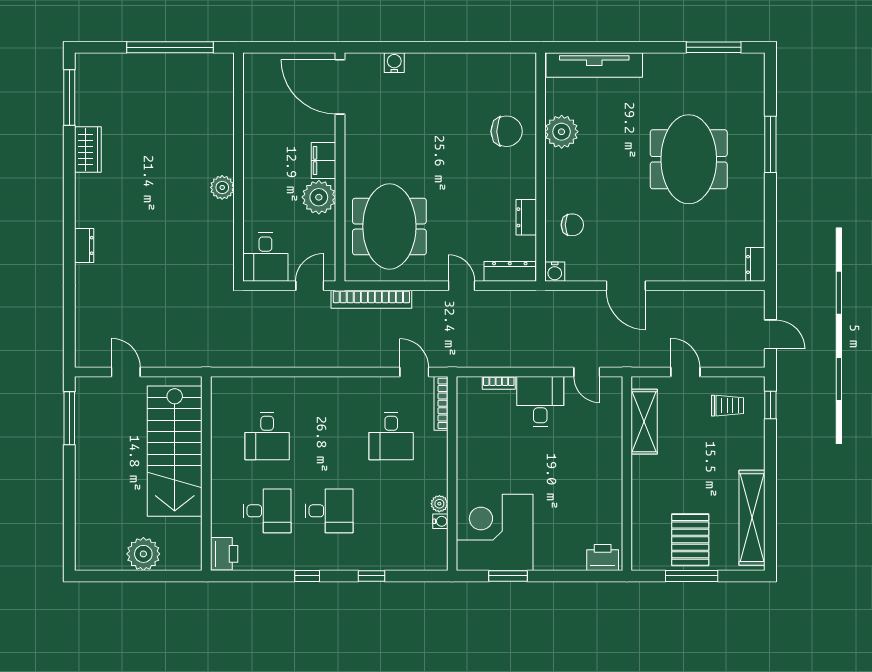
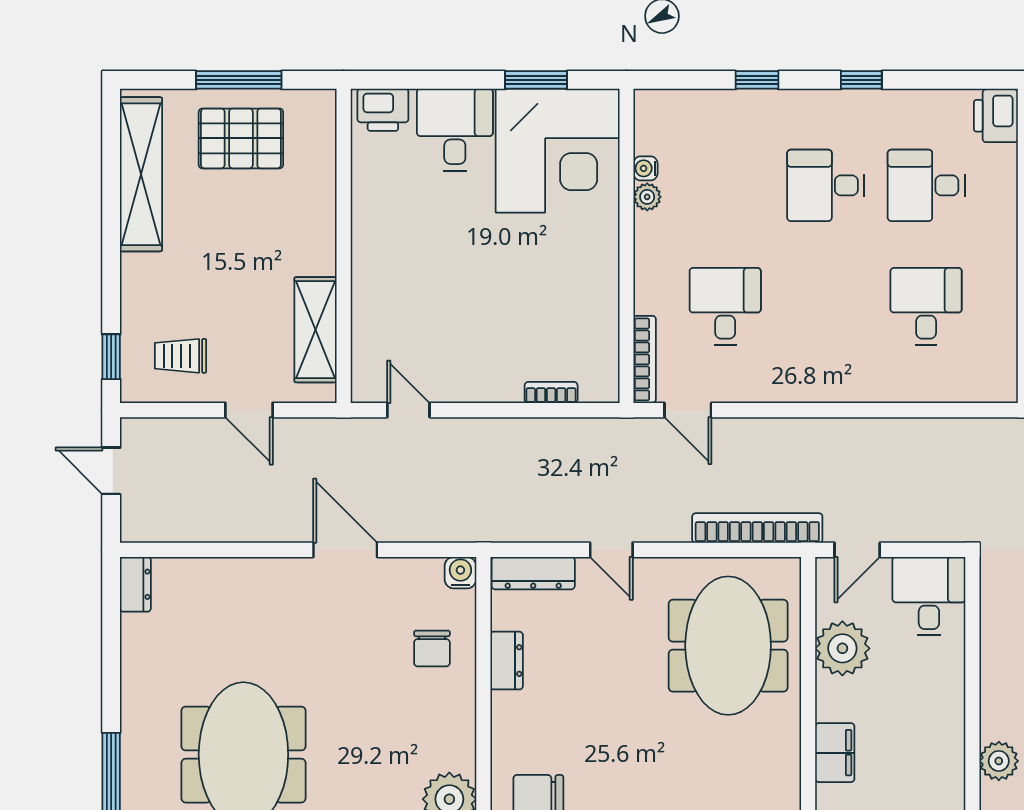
plant: (222, 187) -> (999, 761), moved
plant: (319, 197) -> (842, 648), moved
chair: (572, 225) -> (432, 648), turned -90
desk: (540, 402) -> (455, 130), moved, turned 180
pallet: (690, 540) -> (241, 138), turned 90

